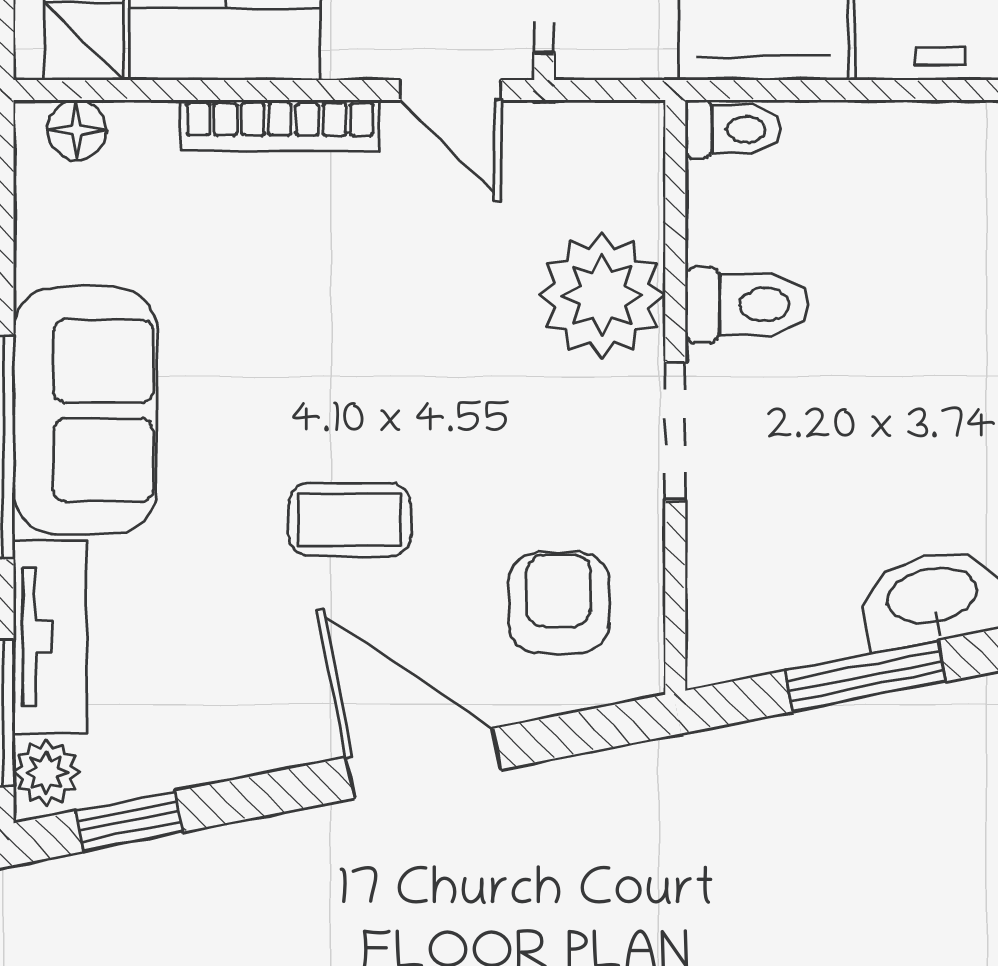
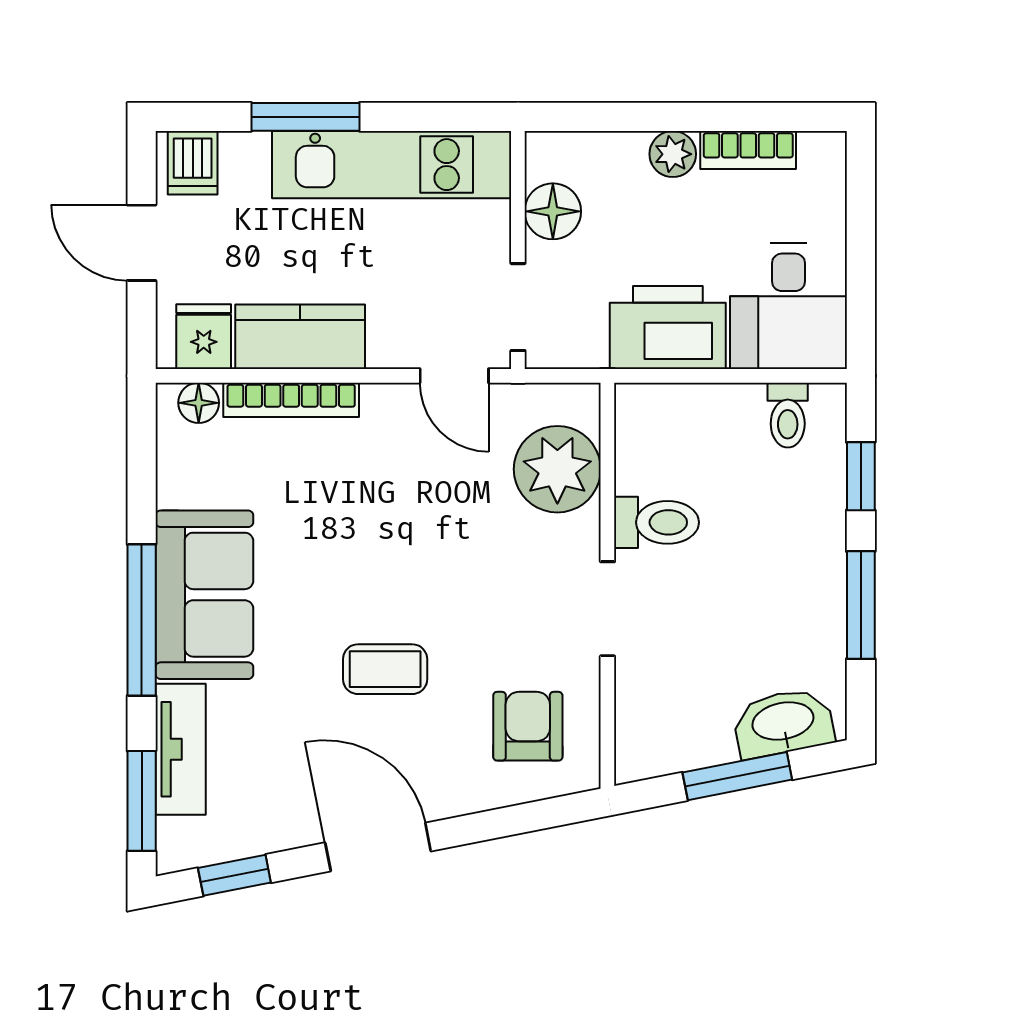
bookcase: (280, 125) -> (291, 400), moved
toilet: (733, 129) -> (788, 415), moved, turned 90
plant: (602, 295) -> (557, 469), moved
door: (423, 763) -> (378, 847), moved
plant: (46, 773) -> (178, 842), removed

